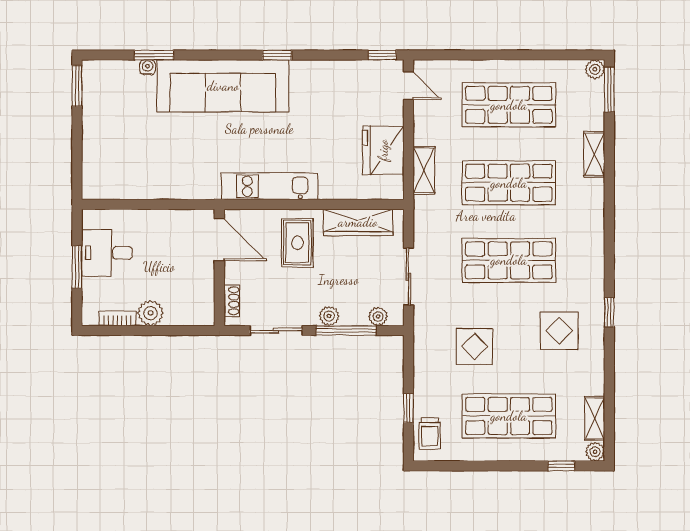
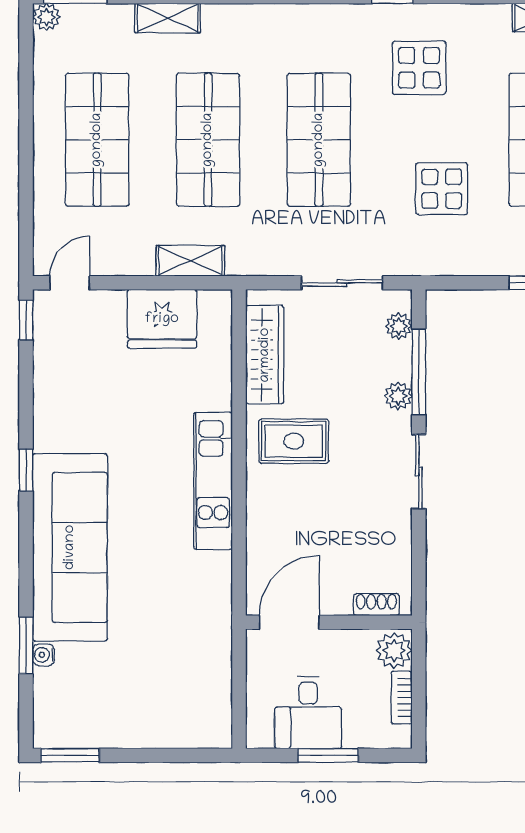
door: (219, 240) -> (289, 622), moved
wall: (219, 267) -> (329, 622), moved
shoe rack: (232, 301) -> (376, 605), moved

